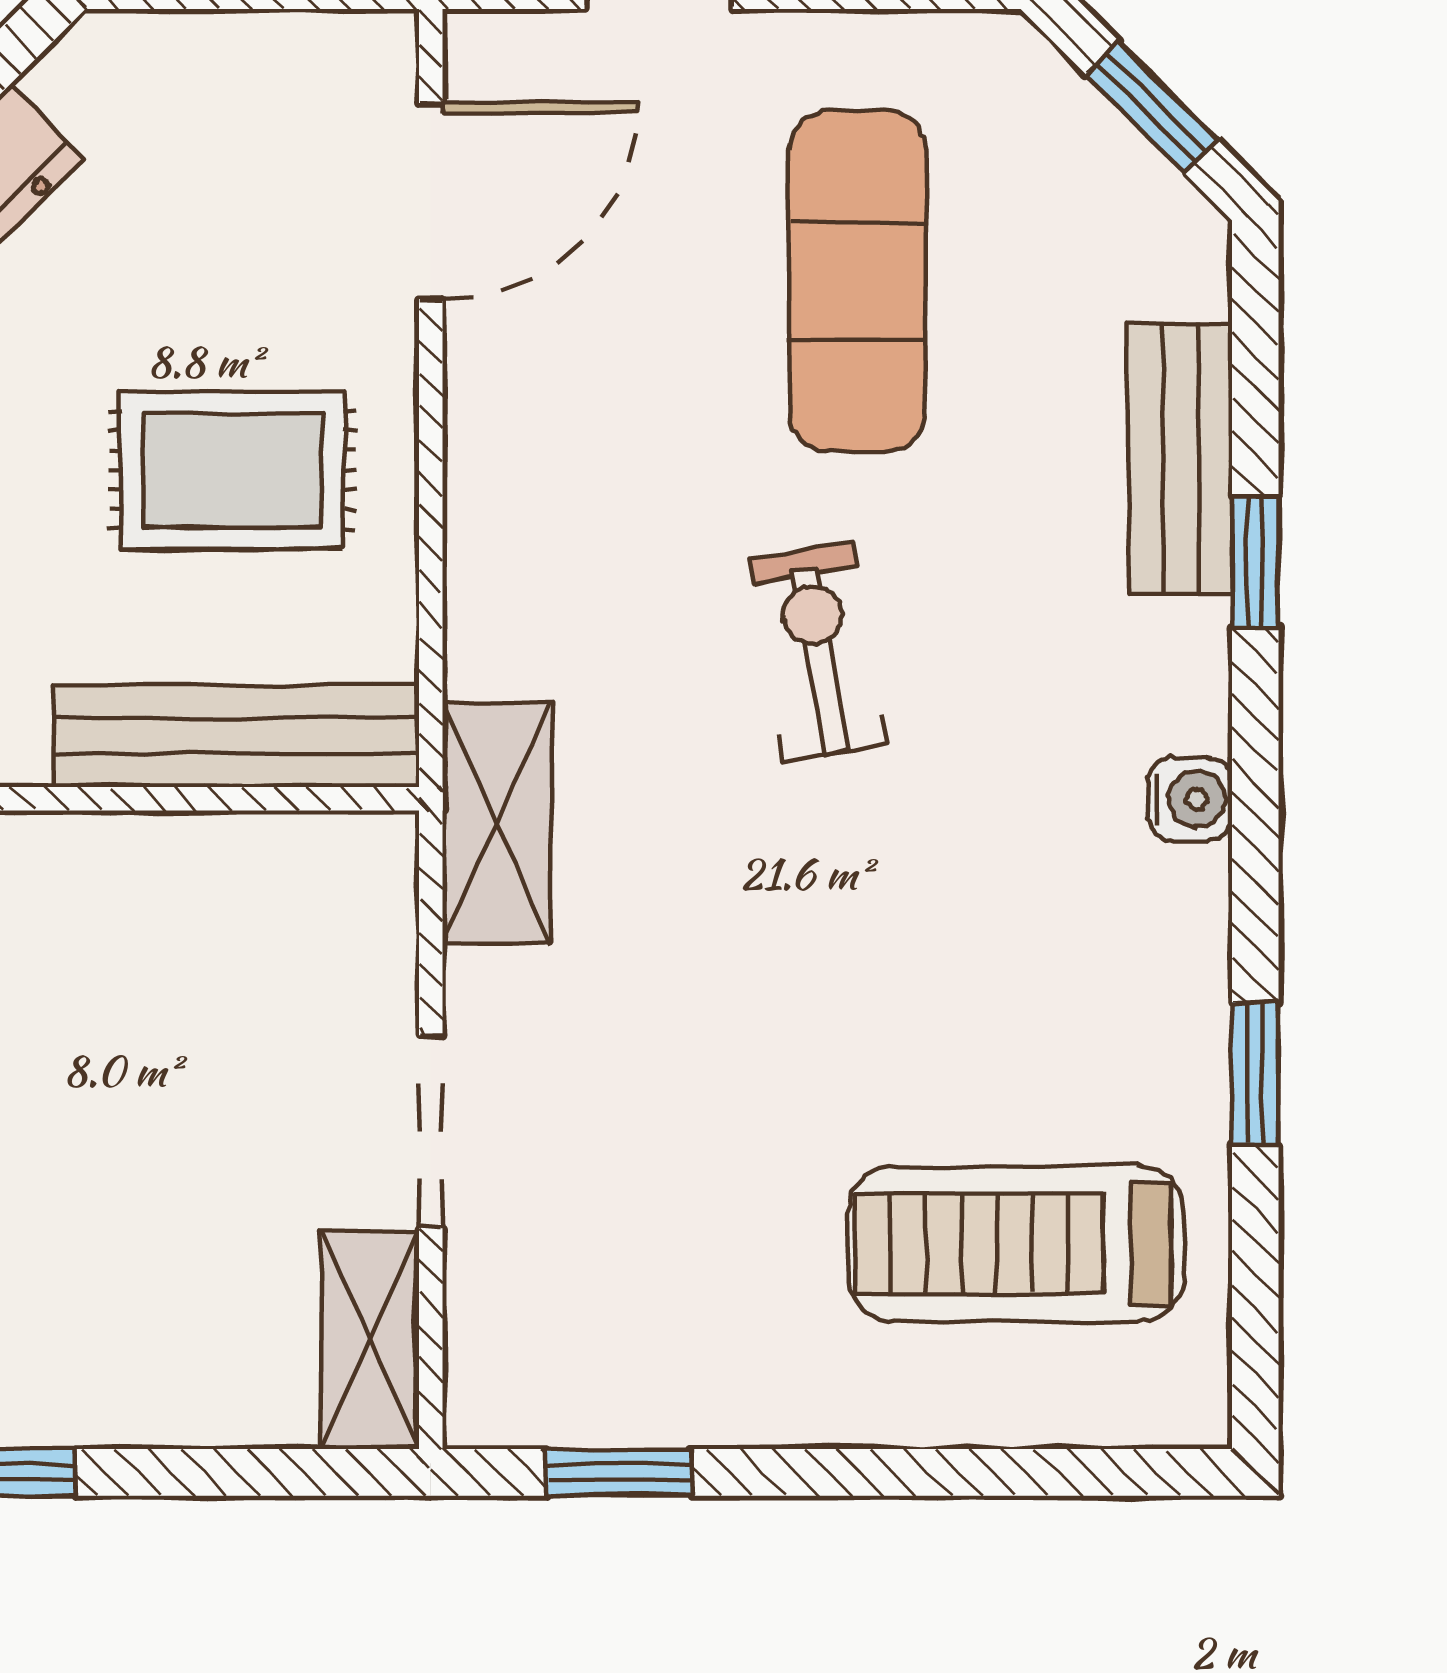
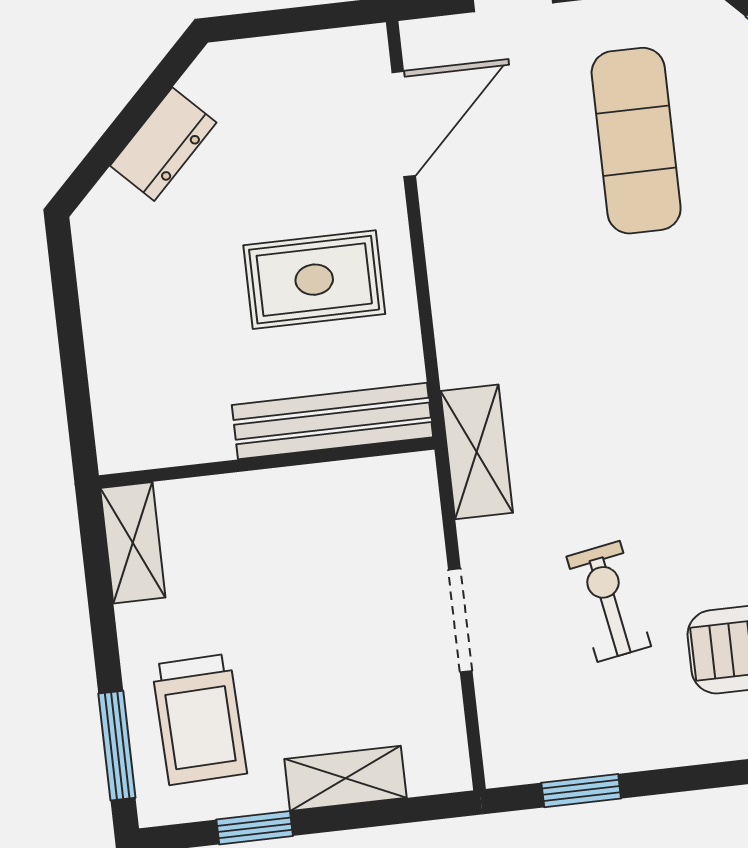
exercise bike: (819, 652) -> (609, 601), moved
shelving: (370, 1340) -> (345, 778), moved, turned 90

